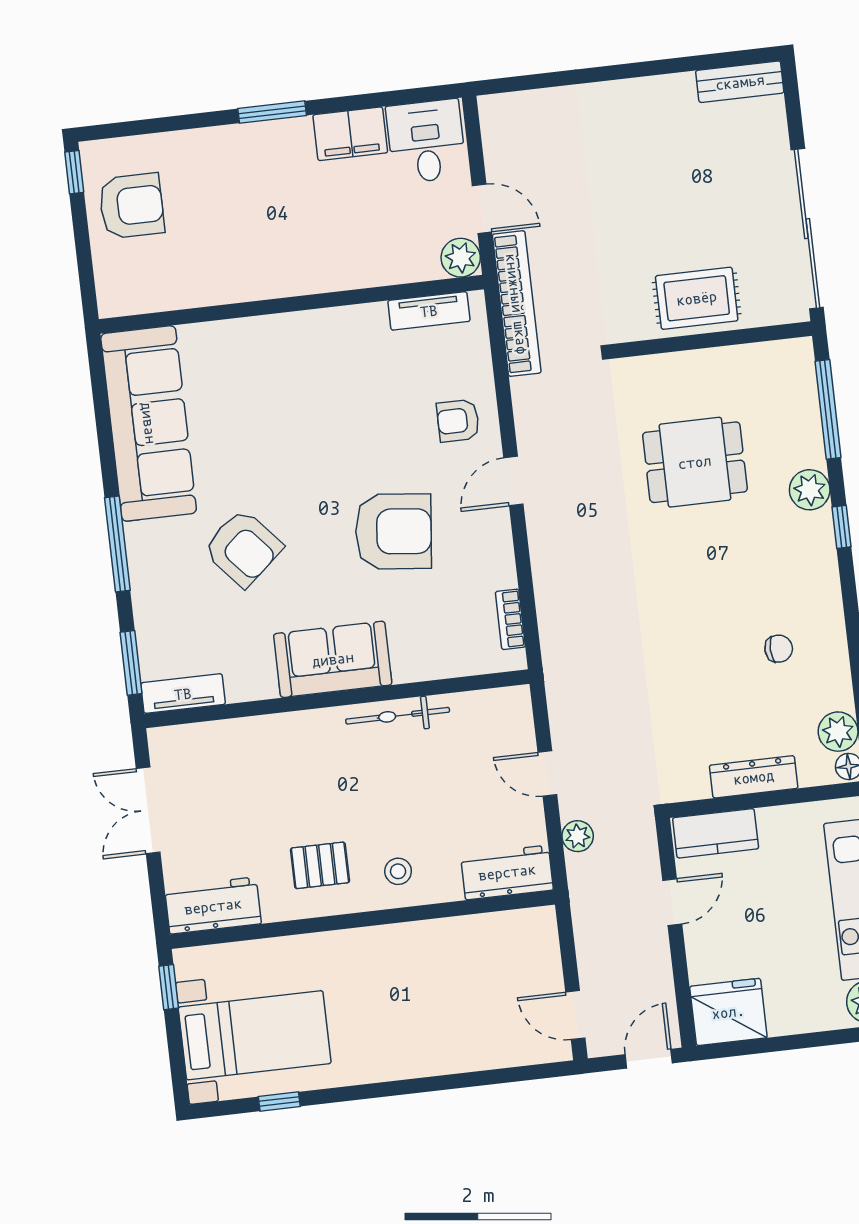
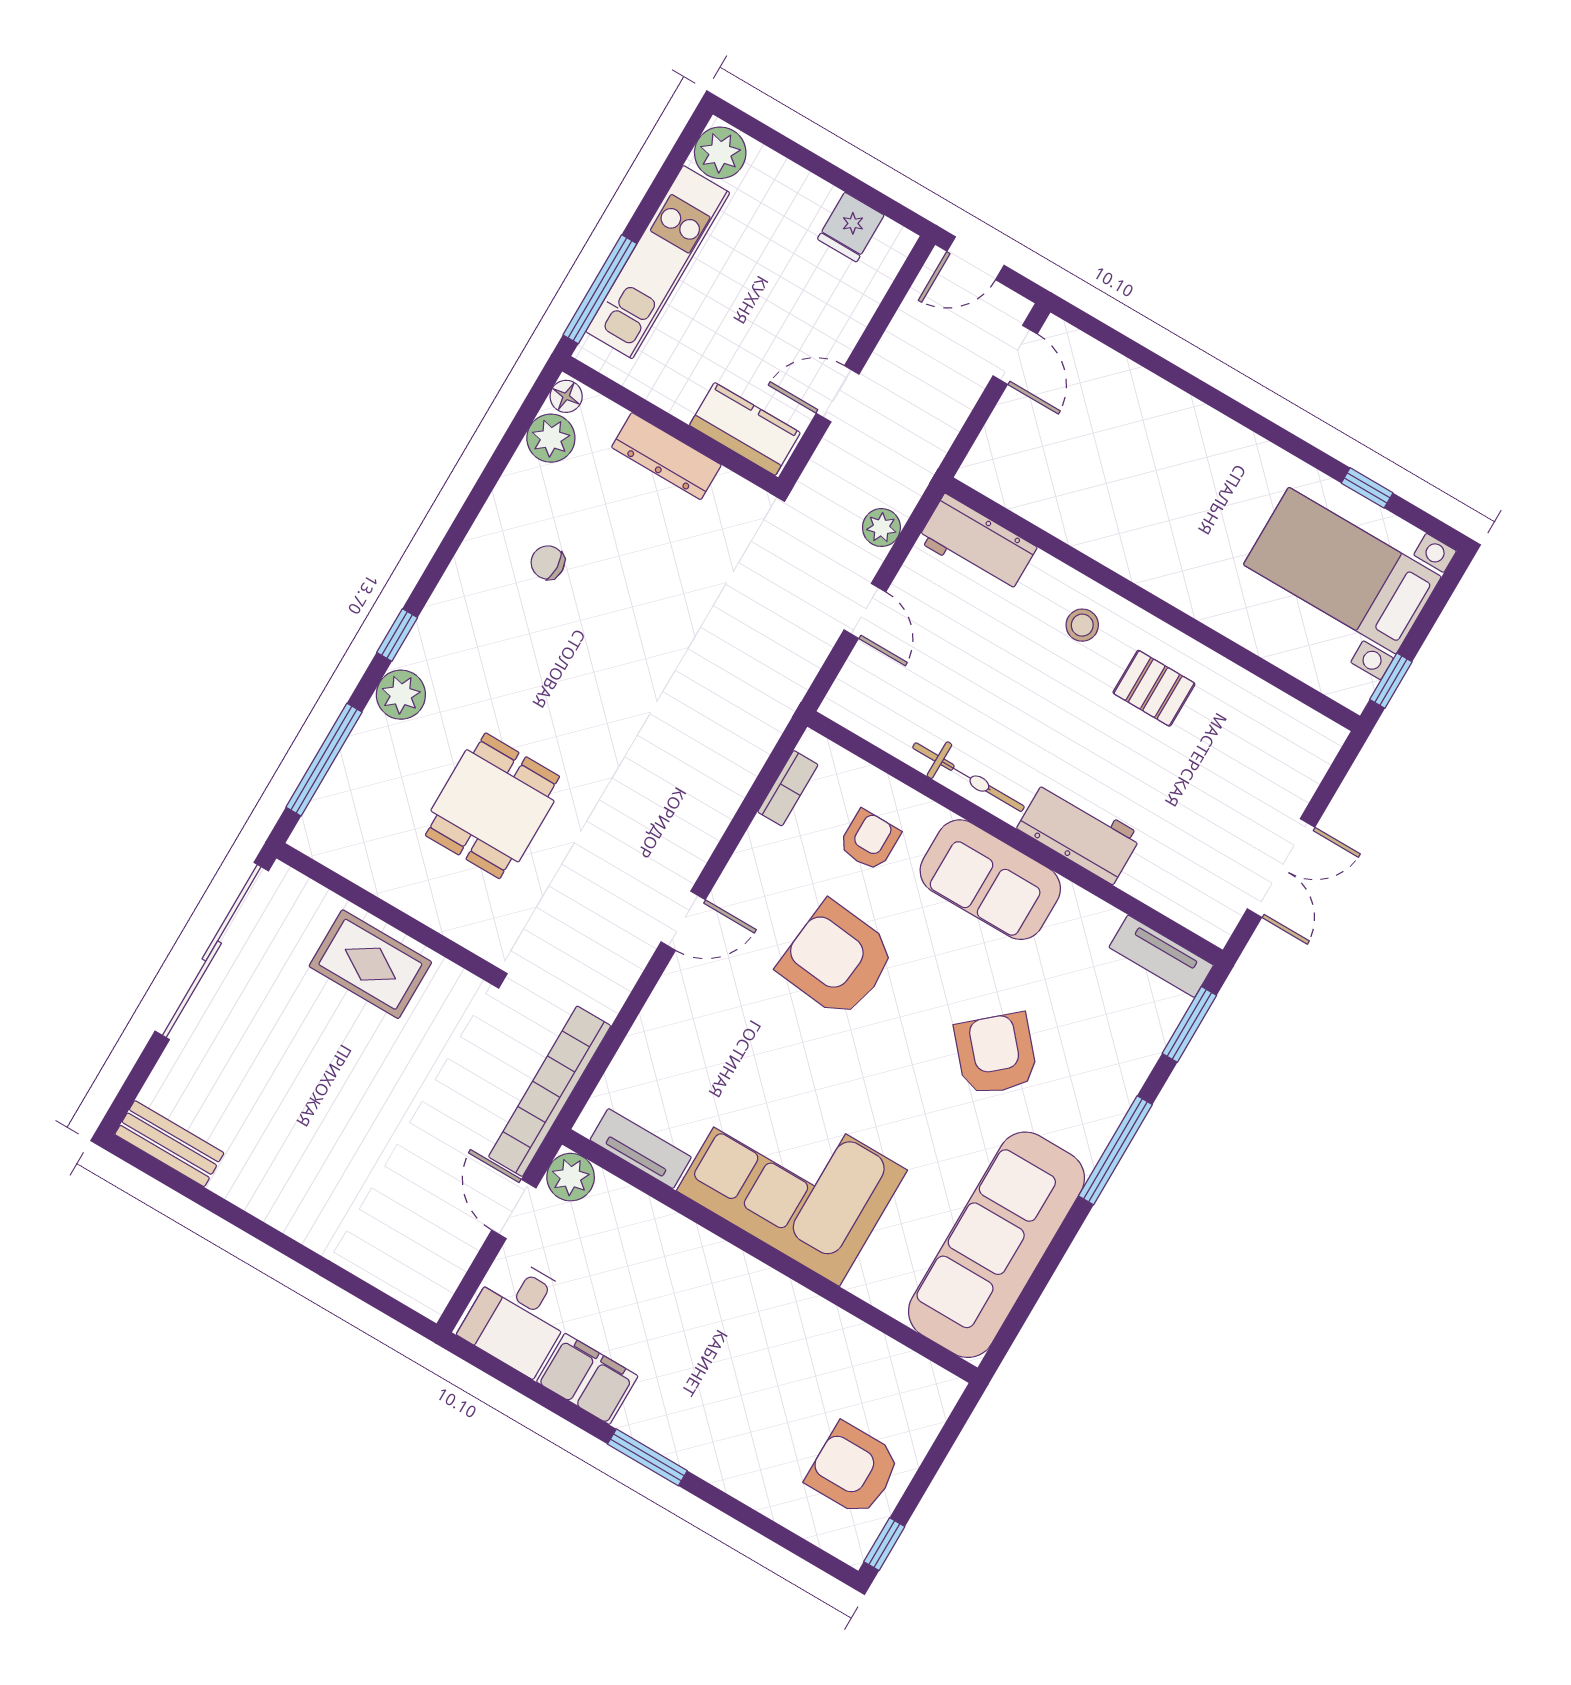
corner sofa: (314, 365) -> (792, 1180), added
armchair: (458, 421) -> (869, 840), moved, turned -90
dining table: (695, 462) -> (492, 806), turned 90
workbench: (213, 906) -> (1079, 832), moved, turned 180
fridge: (728, 1012) -> (851, 227), width x0.53, depth x0.75

